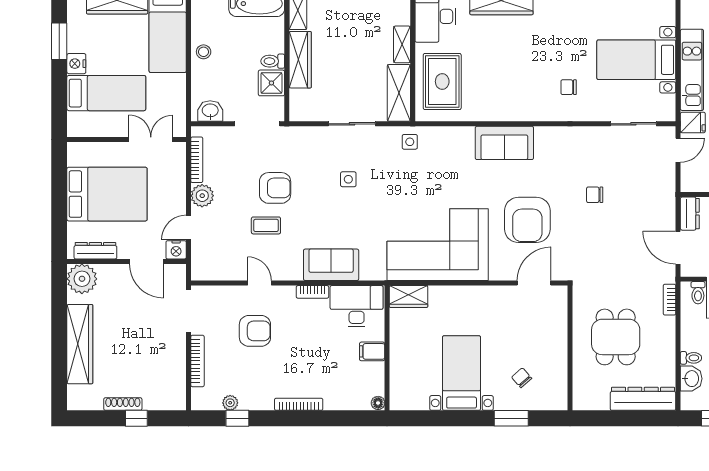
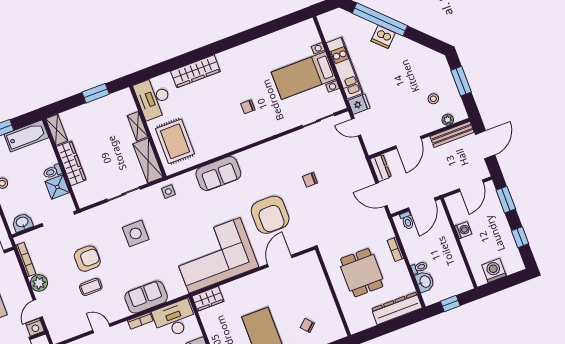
chair: (569, 87) -> (248, 107), moved
sofa: (504, 143) -> (218, 174), moved
door: (678, 150) -> (356, 127), swing flipped
side table: (348, 179) -> (136, 233), width x1.87, depth x1.87
door: (534, 283) -> (280, 261), moved
bookcase: (670, 300) -> (395, 249), moved

